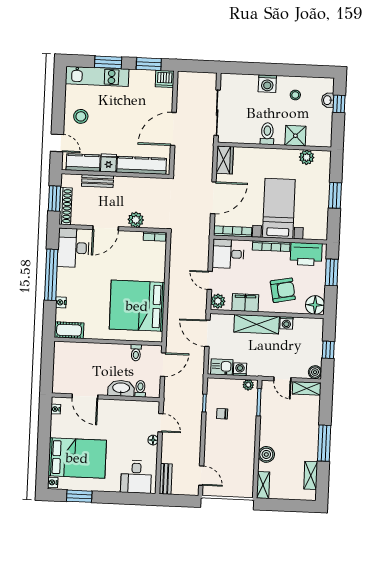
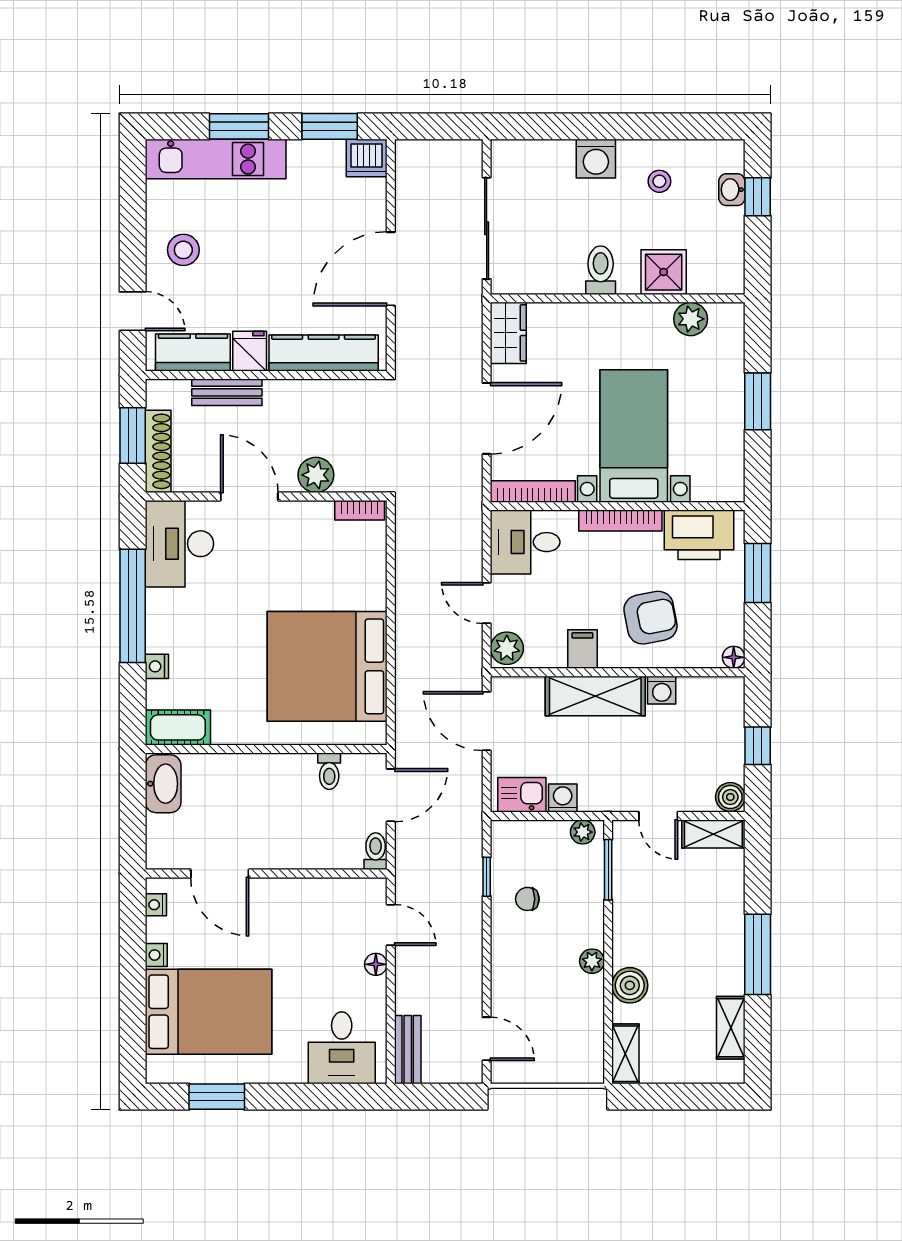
door: (106, 228) -> (249, 497), swing flipped
filing cabinet: (245, 303) -> (582, 649), width x0.50
floor lamp: (315, 305) -> (734, 657), width x0.53, depth x0.53
washbasin: (121, 388) -> (163, 784), moved, turned 90
toilet: (140, 389) -> (376, 851), moved
plant: (250, 443) -> (592, 961), added
nightstand: (53, 482) -> (156, 955), moved

